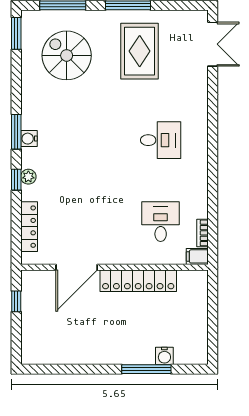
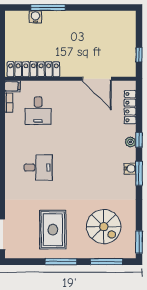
desk: (161, 140) -> (38, 167), turned 180
door: (77, 267) -> (97, 79), swing flipped
locker: (138, 281) -> (33, 69), moved

